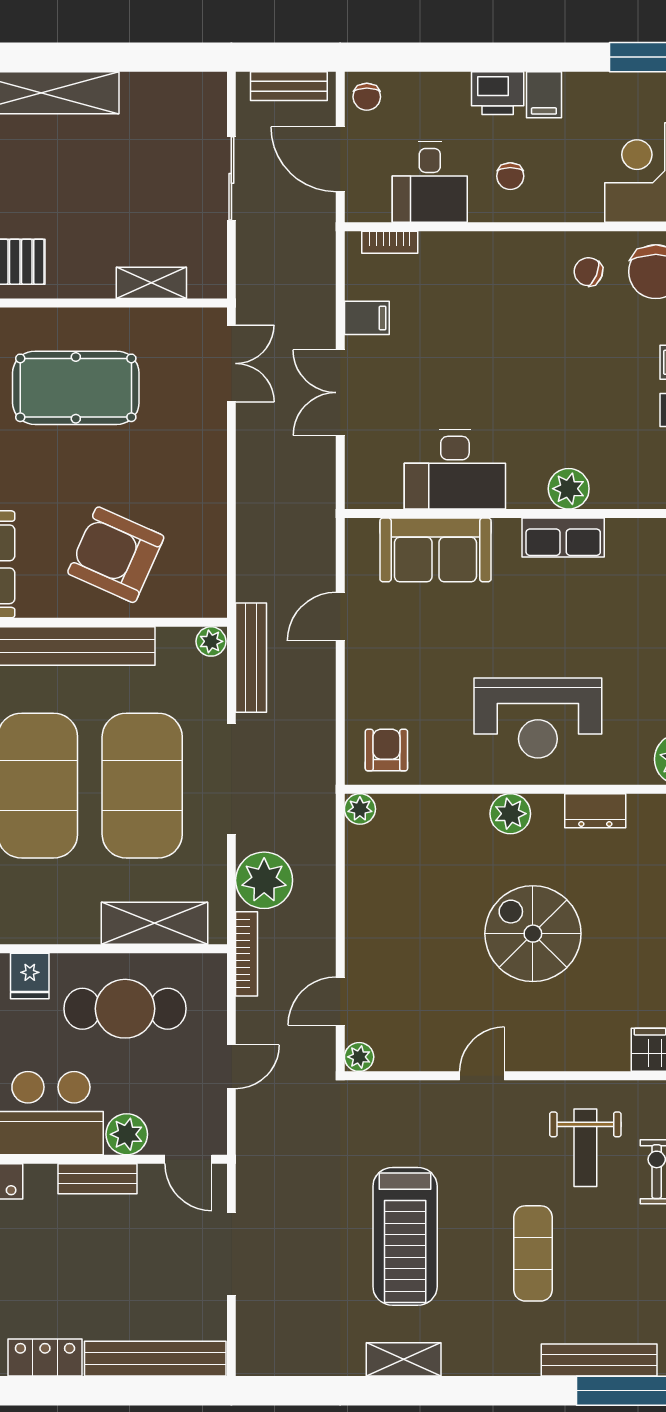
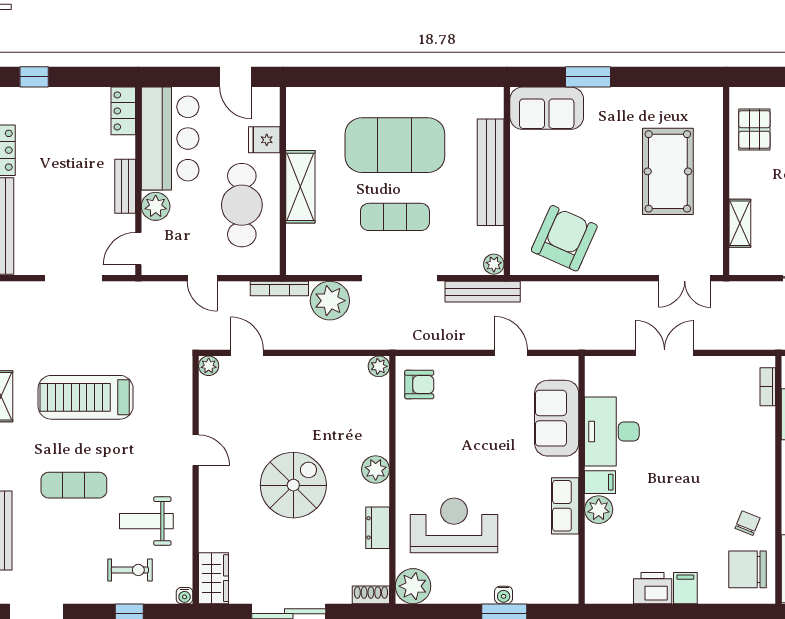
filing cabinet: (367, 318) -> (600, 482), moved, turned -90
armchair: (116, 555) -> (564, 238), moved
reception desk: (538, 718) -> (454, 525), moved, turned 90
exercise mat: (142, 786) -> (395, 217), width x0.50, depth x0.69
shelving: (154, 923) -> (300, 187), moved

